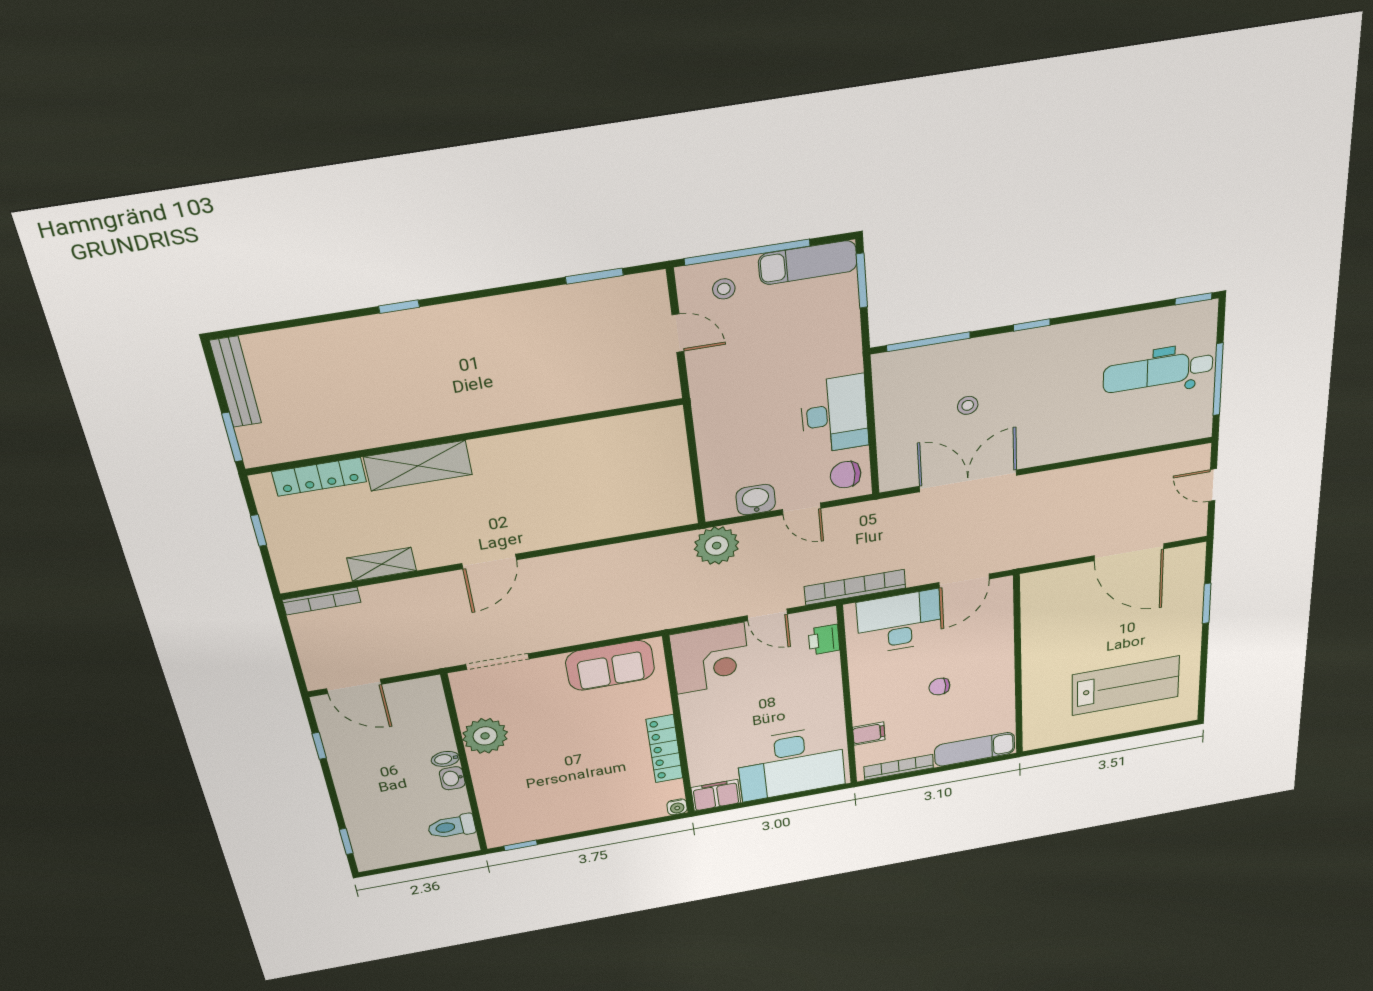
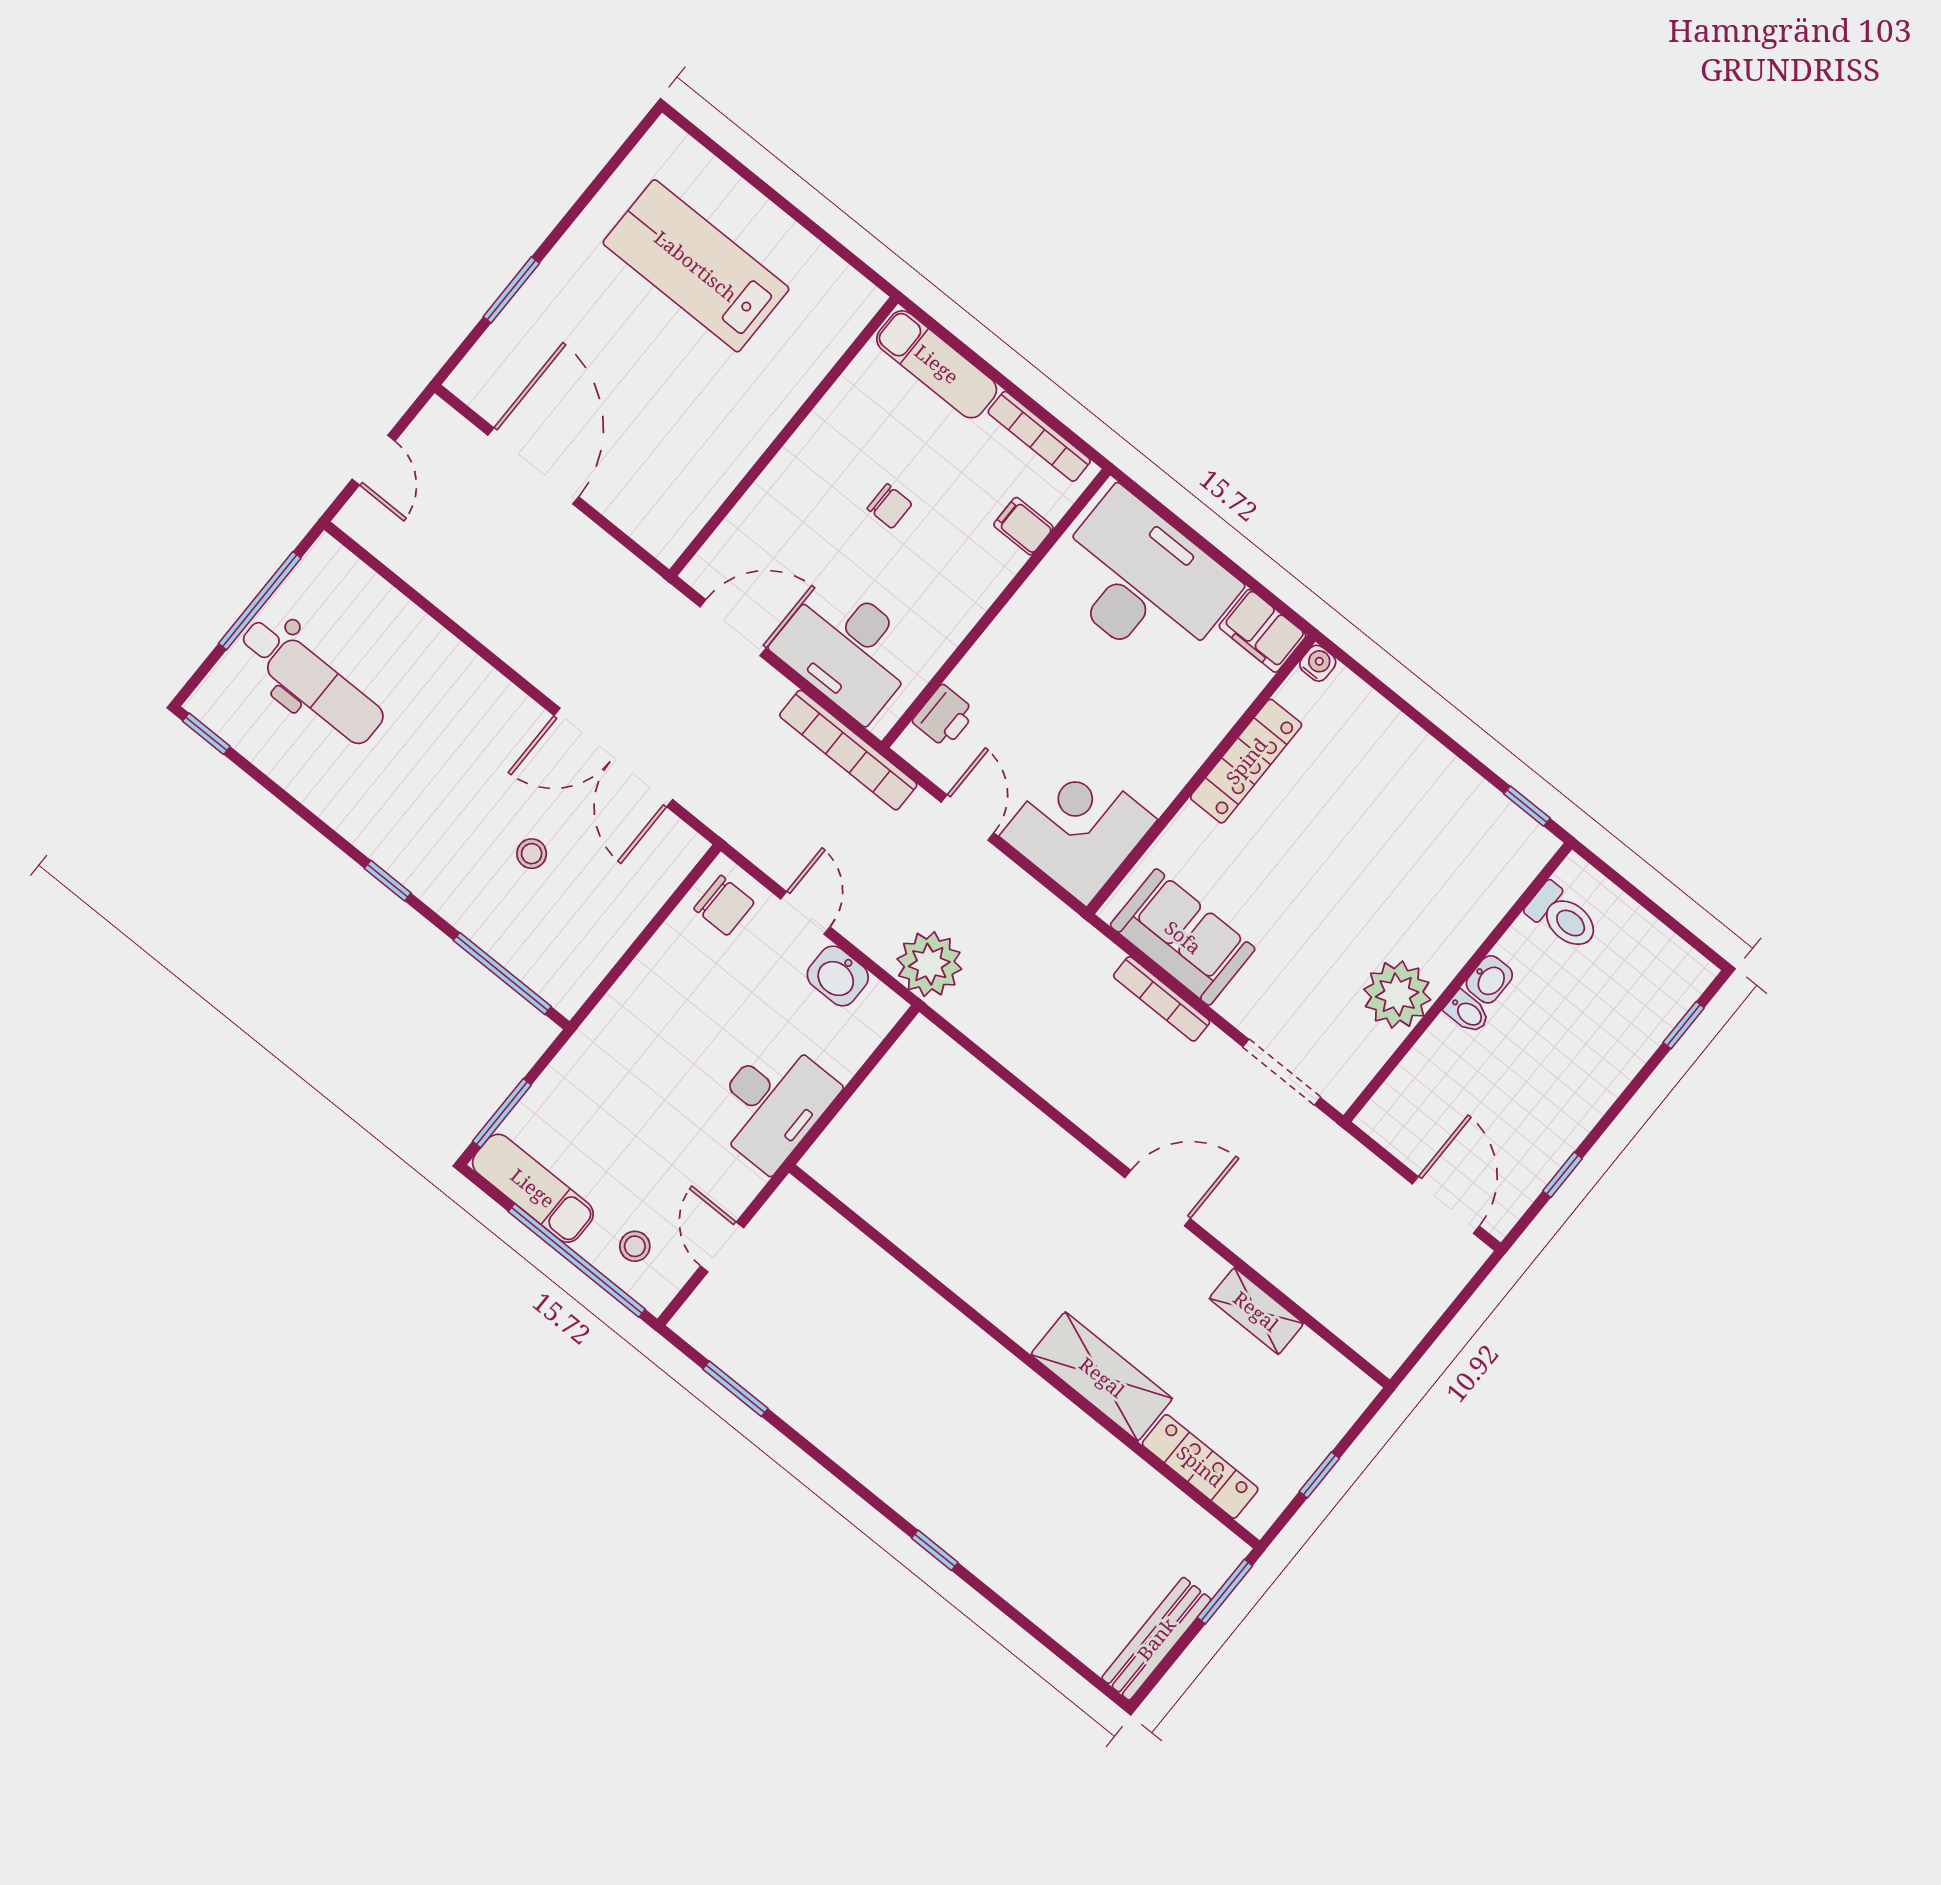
desk: (834, 414) -> (772, 1104), moved, turned 180
bookcase: (322, 601) -> (1162, 999), moved, turned 180

